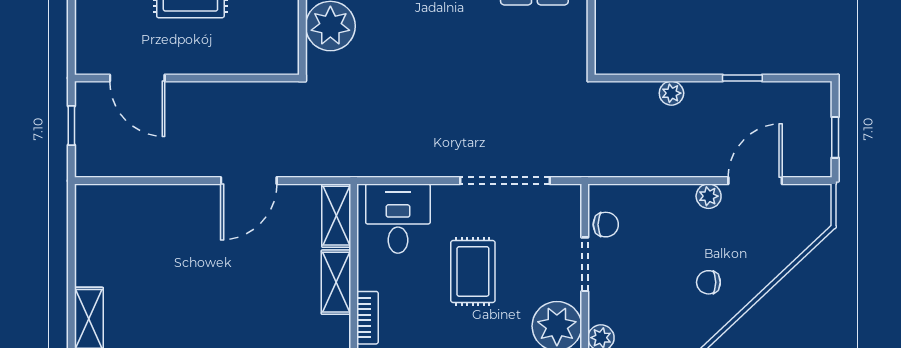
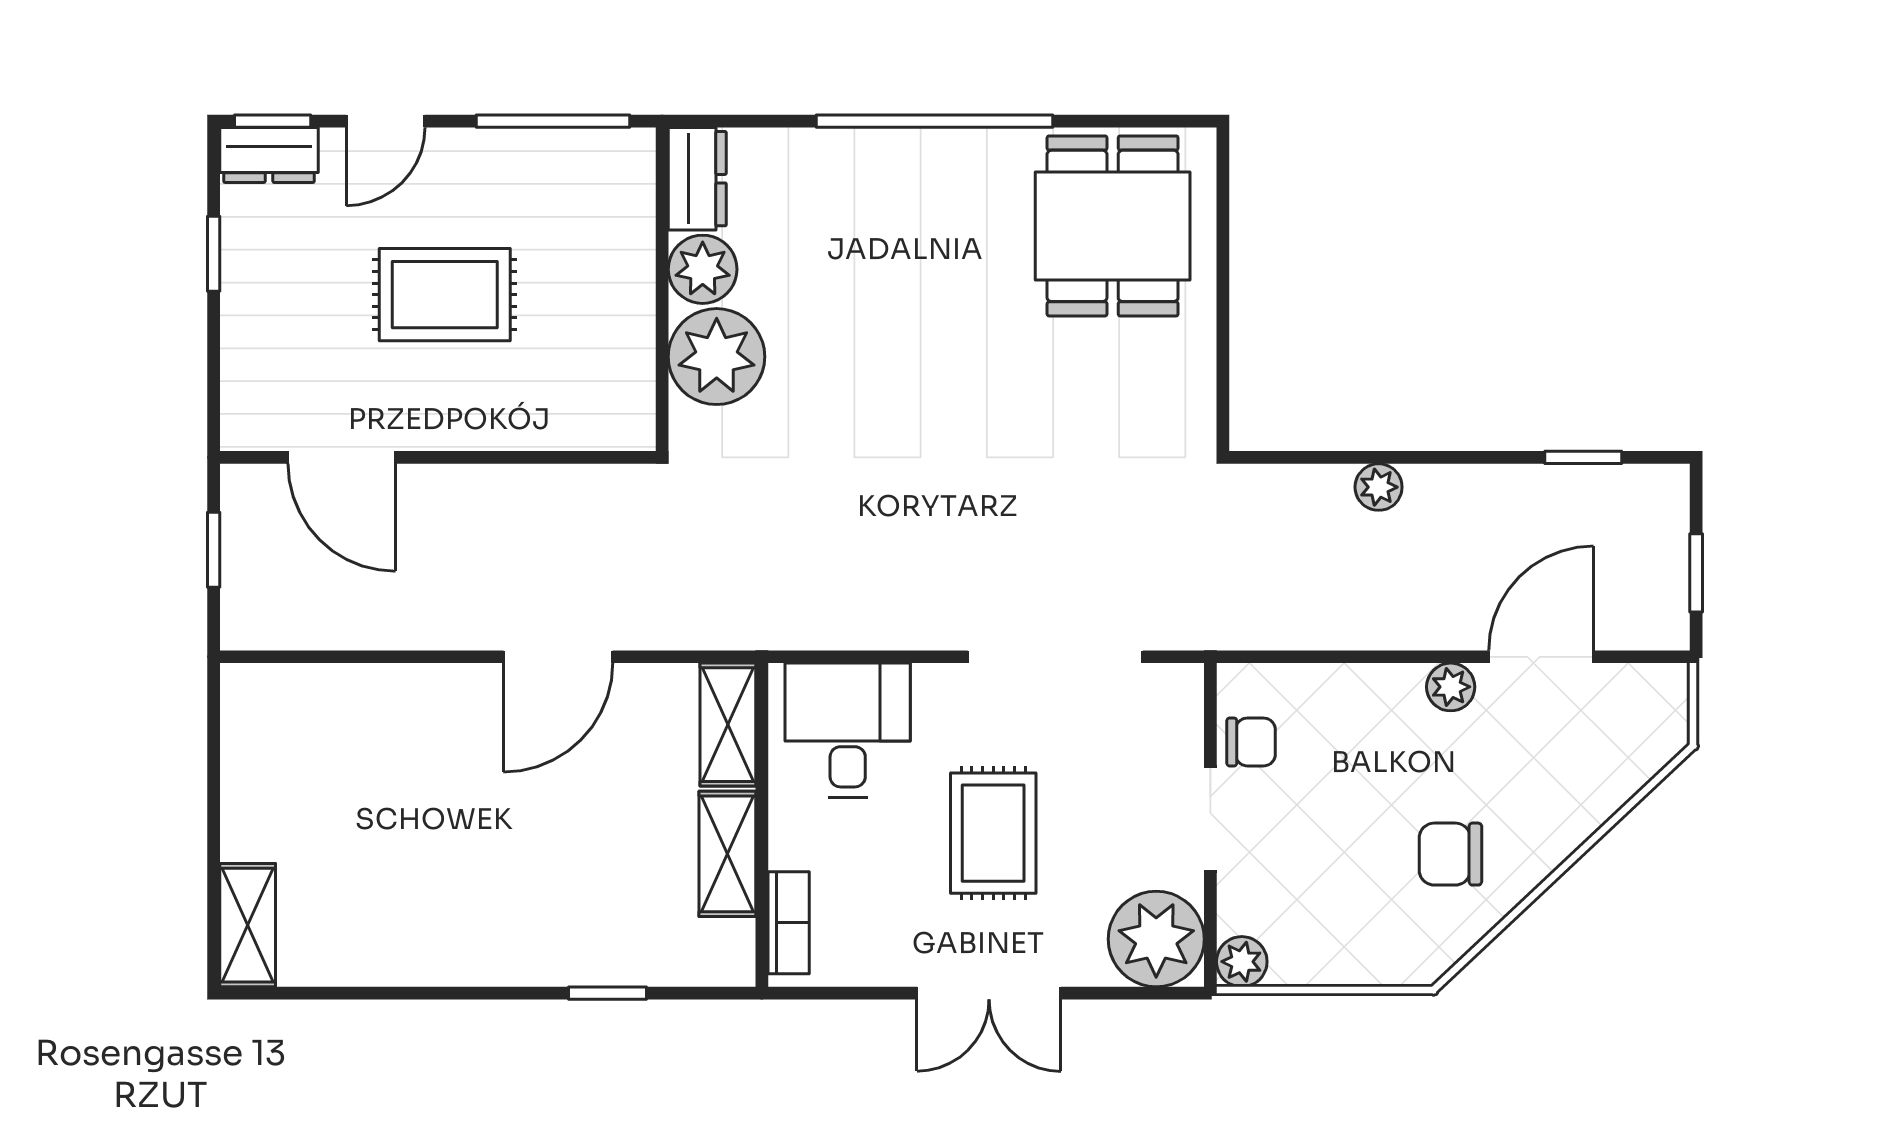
window: (742, 78) -> (1583, 457), moved
chair: (708, 282) -> (1450, 854), width x1.37, depth x1.37

